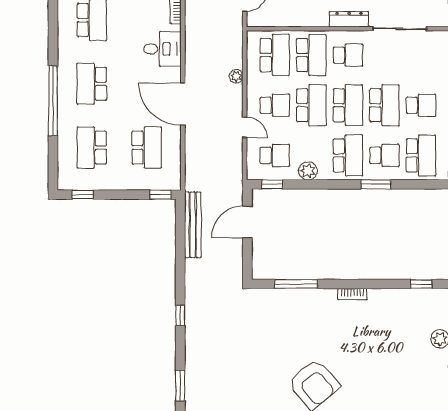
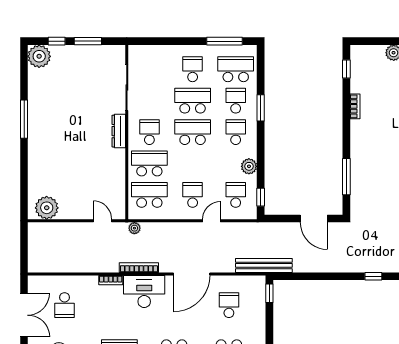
bookcase: (190, 43) -> (139, 268), added
desk: (162, 49) -> (144, 292), width x1.37
plant: (236, 76) -> (134, 228), moved
school desk: (311, 105) -> (193, 163), removed
school desk: (147, 148) -> (229, 305), width x0.54
school desk: (348, 155) -> (236, 132), width x0.54
door: (247, 222) -> (314, 219), moved
bench: (193, 225) -> (264, 265), moved
bookcase: (352, 294) -> (355, 106), moved

